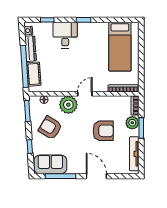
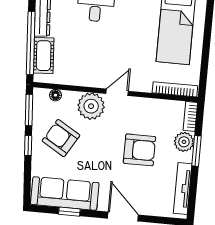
window: (30, 147) -> (28, 146), moved
sofa: (50, 164) -> (65, 194), width x1.36
window: (60, 176) -> (69, 212), width x0.46

